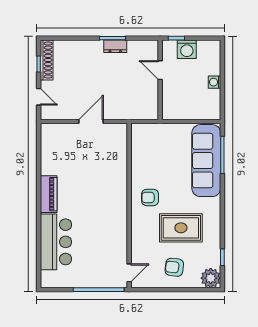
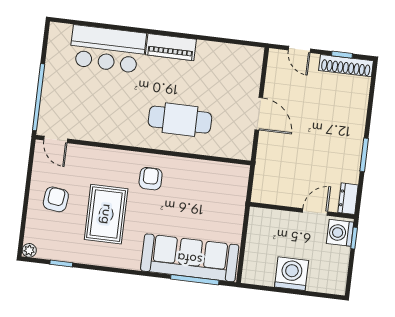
dresser: (115, 46) -> (348, 199), moved
washing machine: (187, 49) -> (340, 233), moved
washing machine: (215, 82) -> (292, 274), width x1.89, depth x1.89
door: (39, 97) -> (299, 49), hinge flipped
cafe table: (103, 181) -> (180, 120), added
plant: (211, 278) -> (29, 250), width x0.53, depth x0.53

